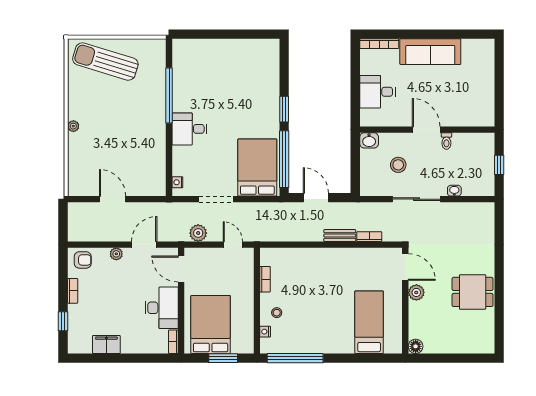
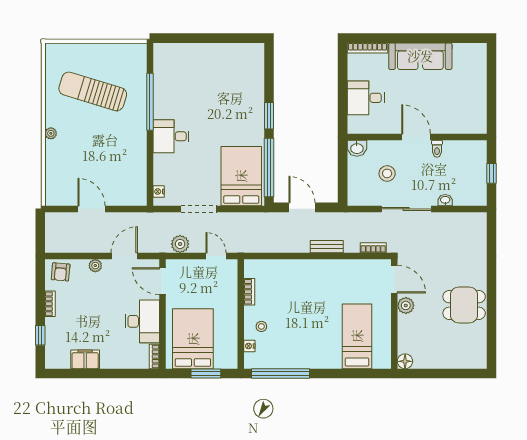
sun lounger: (105, 62) -> (93, 91), moved
bookcase: (369, 237) -> (373, 248), moved
armchair: (83, 260) -> (61, 272), turned 95

